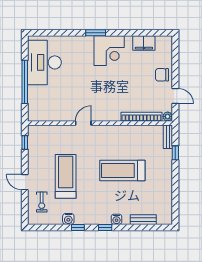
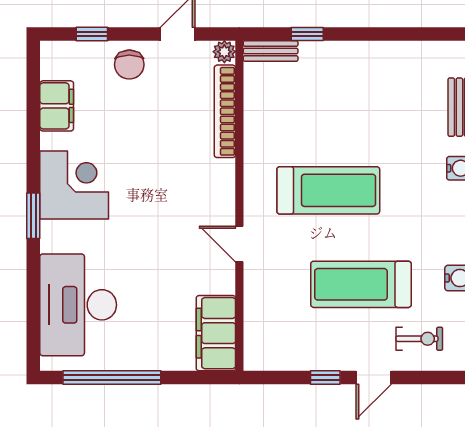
window: (175, 58) -> (92, 34), added
desk: (44, 62) -> (78, 305), moved, turned 90
window: (25, 82) -> (112, 377), moved
filing cabinet: (44, 113) -> (216, 333), added
window: (25, 143) -> (325, 377), moved
treadmill: (122, 171) -> (328, 190), moved, turned -90

